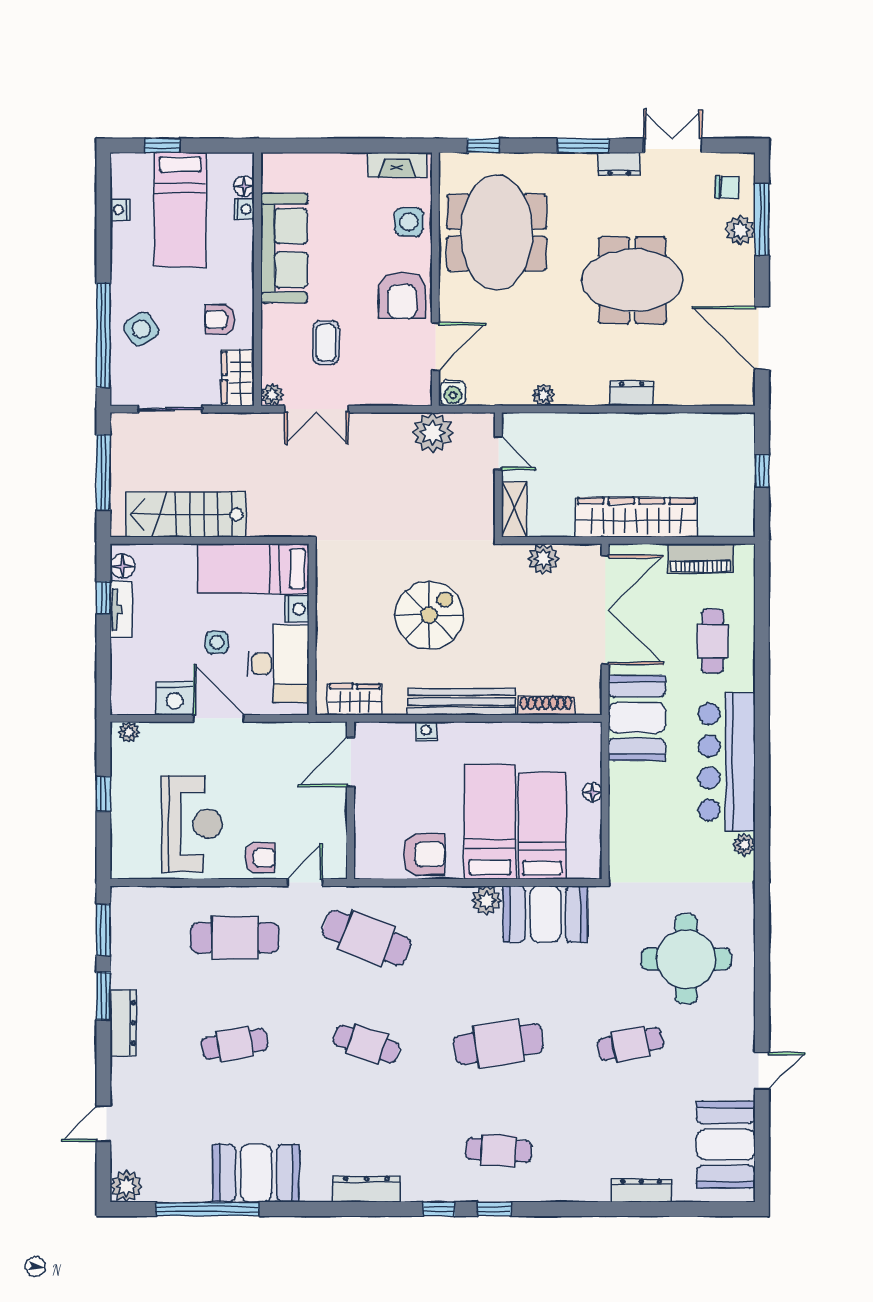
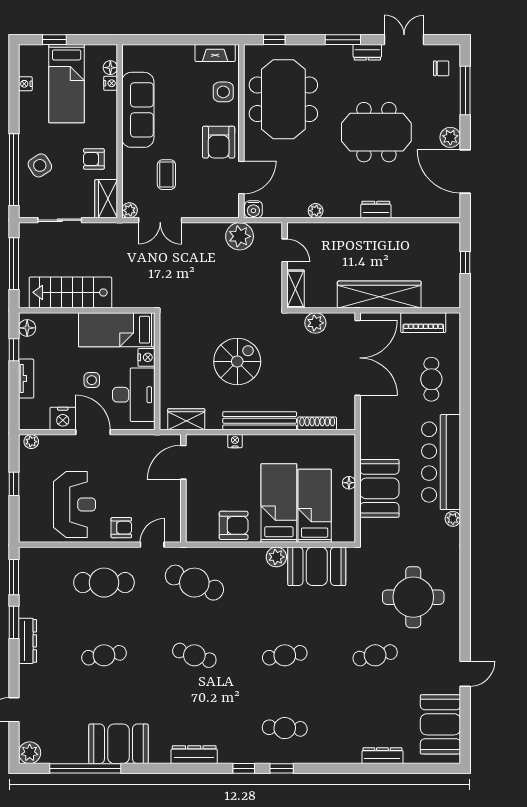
plant: (740, 230) -> (450, 137), moved
tv unit: (121, 609) -> (26, 379), moved
booth: (637, 718) -> (379, 488), moved
cafe table: (499, 1044) -> (285, 655), width x0.73, depth x0.74

